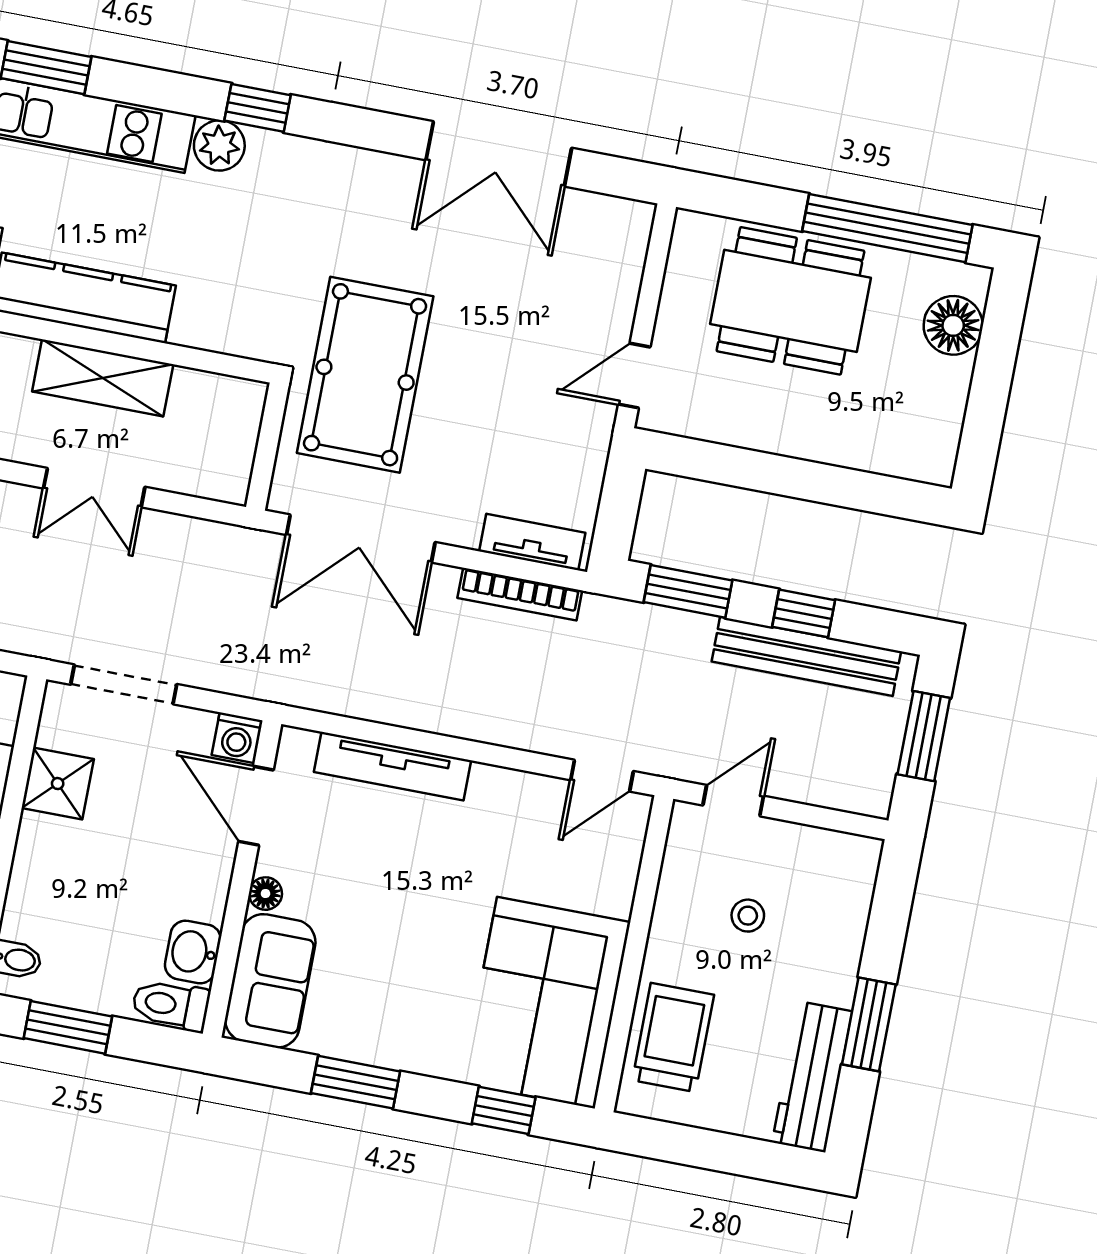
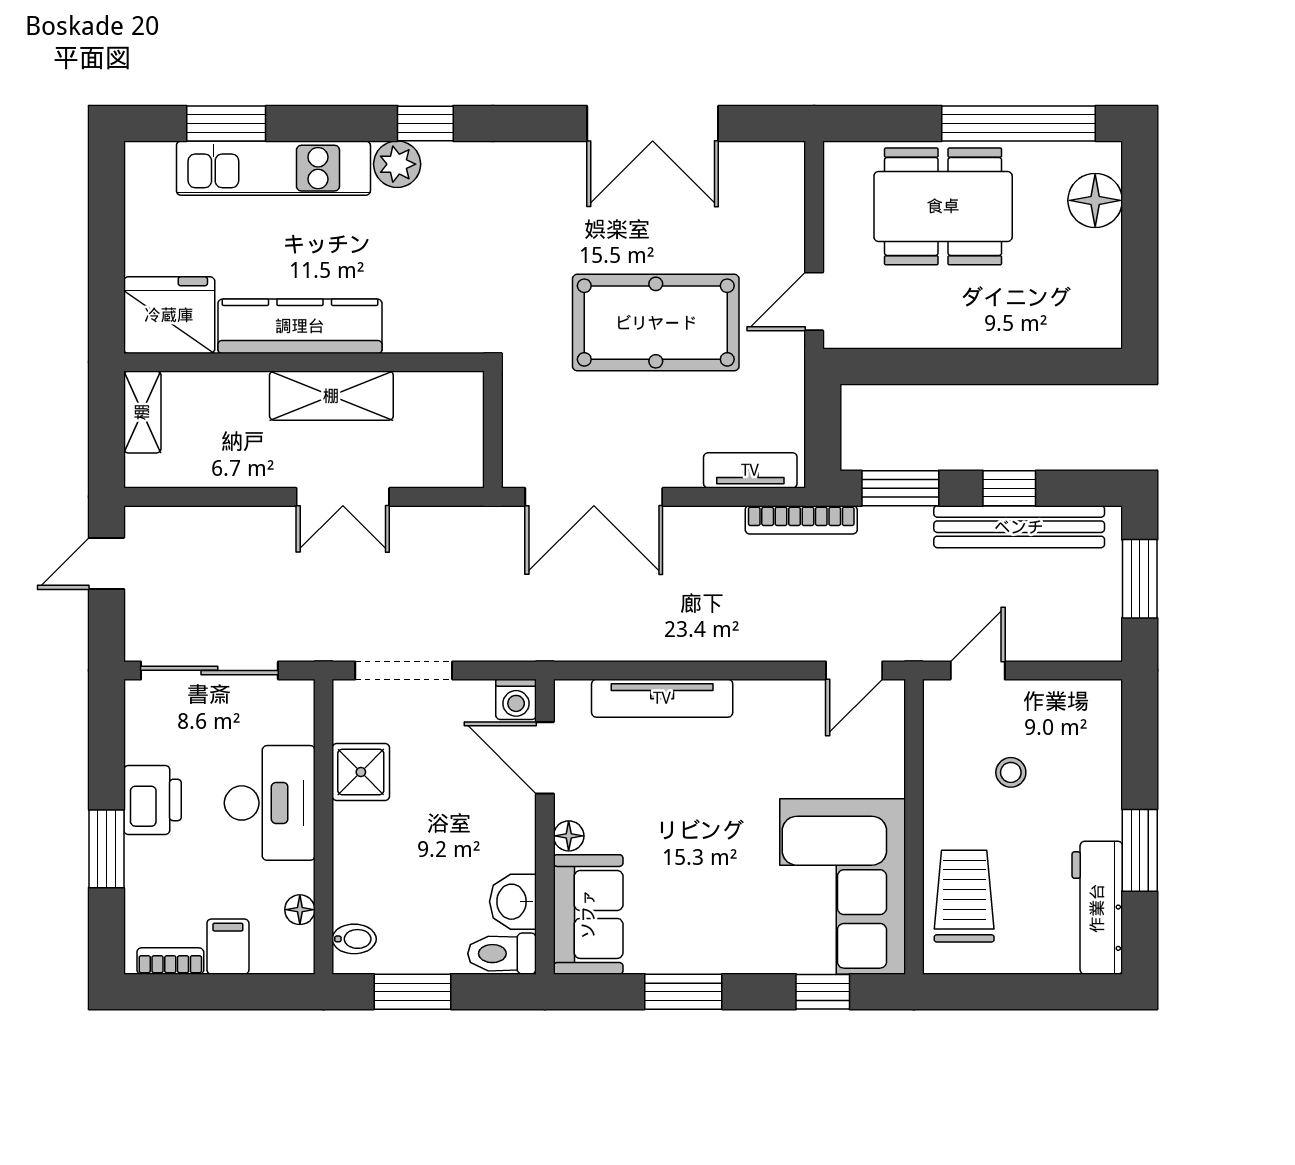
pool table: (365, 375) -> (656, 323), moved, turned 90
bookcase: (520, 594) -> (801, 520), moved

